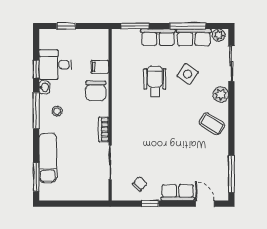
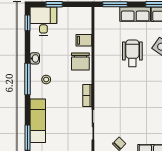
desk: (55, 65) -> (43, 21), moved, turned 90
window: (36, 69) -> (28, 23), moved

